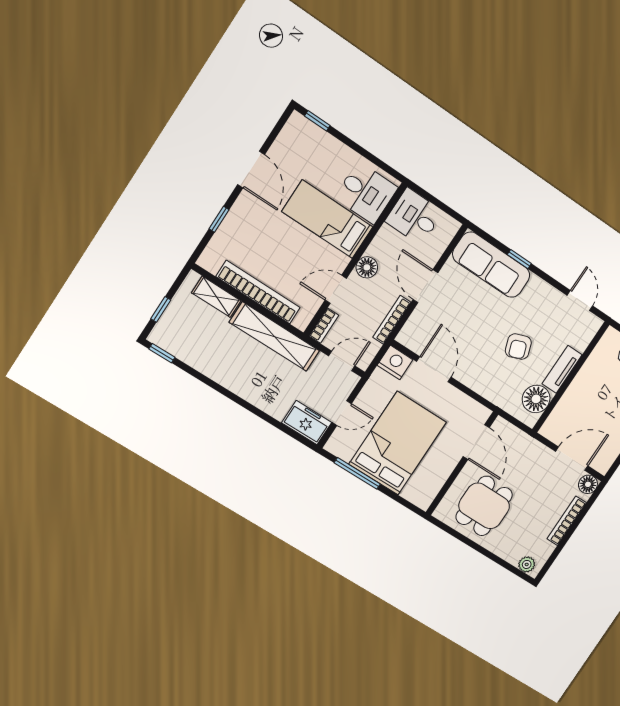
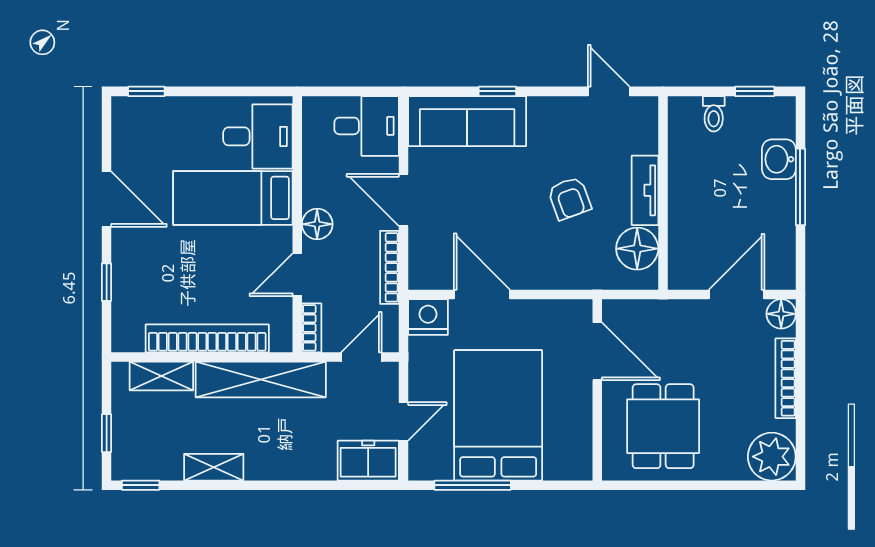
desk: (414, 217) -> (367, 126), moved, turned 180
shelving: (213, 370) -> (214, 467), added
plant: (527, 564) -> (772, 457), width x1.88, depth x1.88

